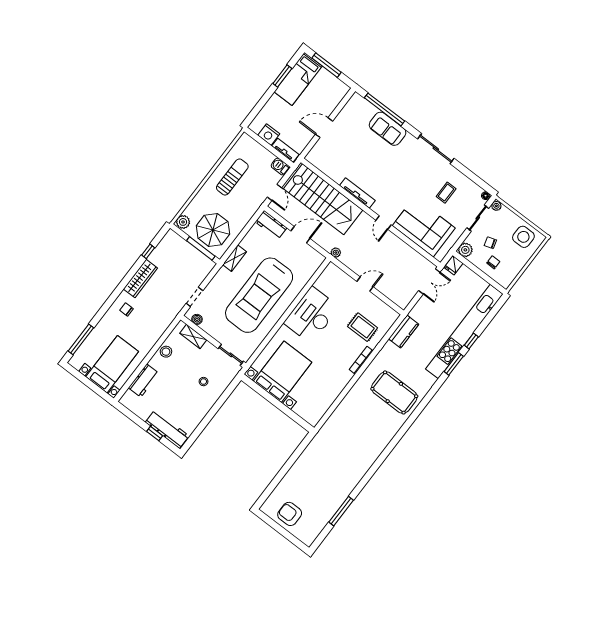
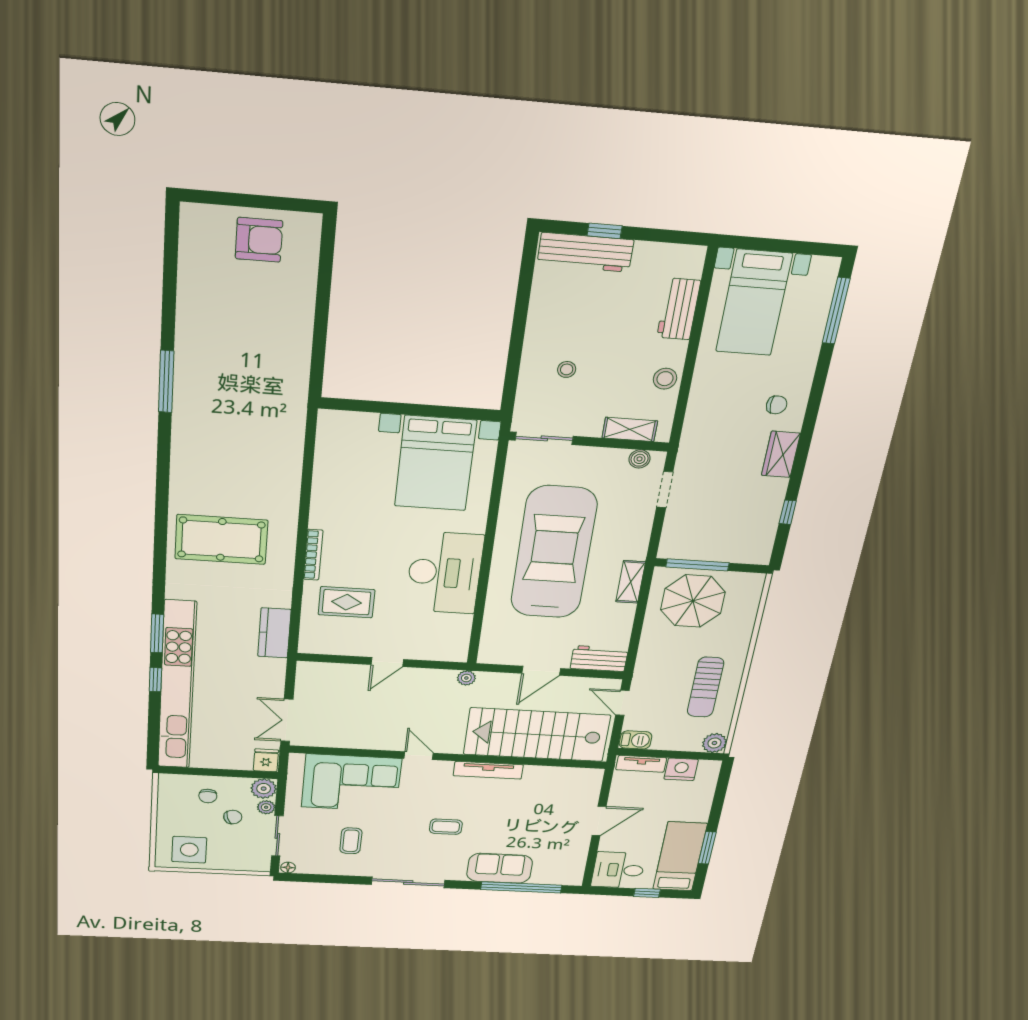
window: (327, 65) -> (647, 893), width x0.46
desk: (332, 90) -> (618, 870), added
coffee table: (397, 172) -> (446, 827), added
plant: (496, 206) -> (266, 807), moved
plant: (183, 222) -> (714, 743), moved
wardrobe: (140, 279) -> (781, 454), width x0.67
window: (341, 511) -> (166, 382), moved

